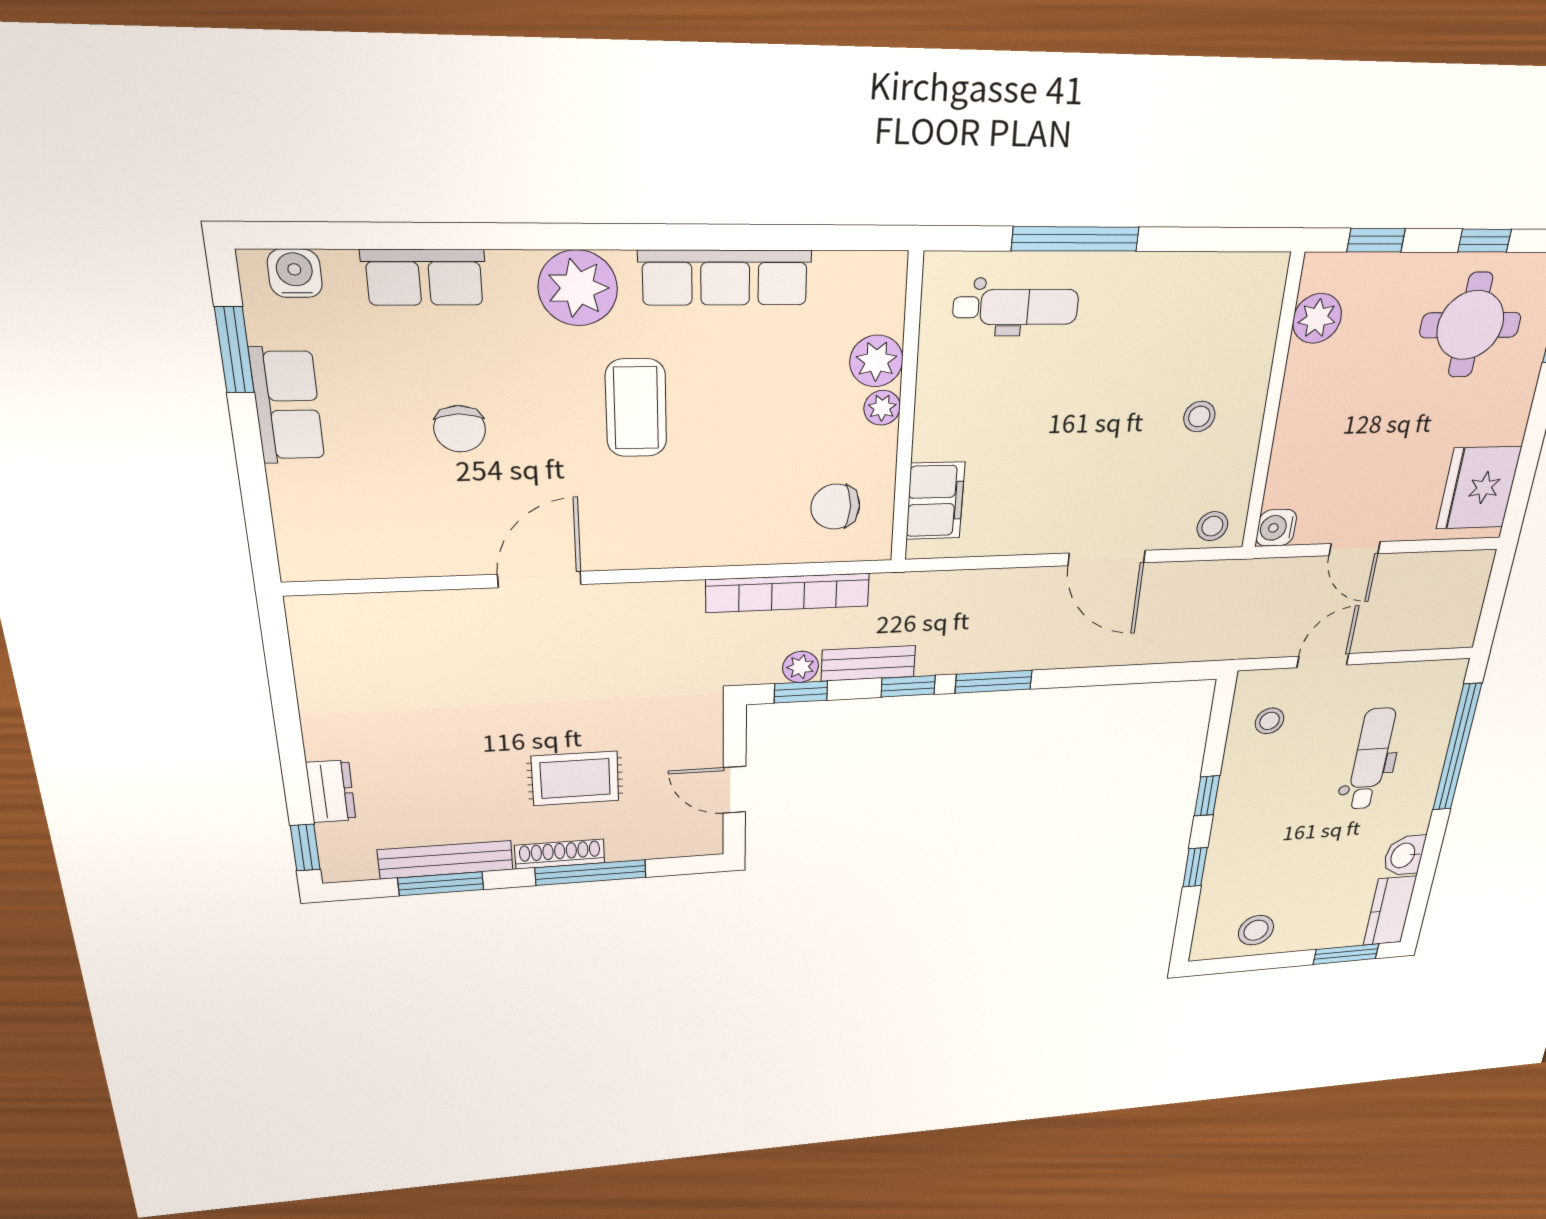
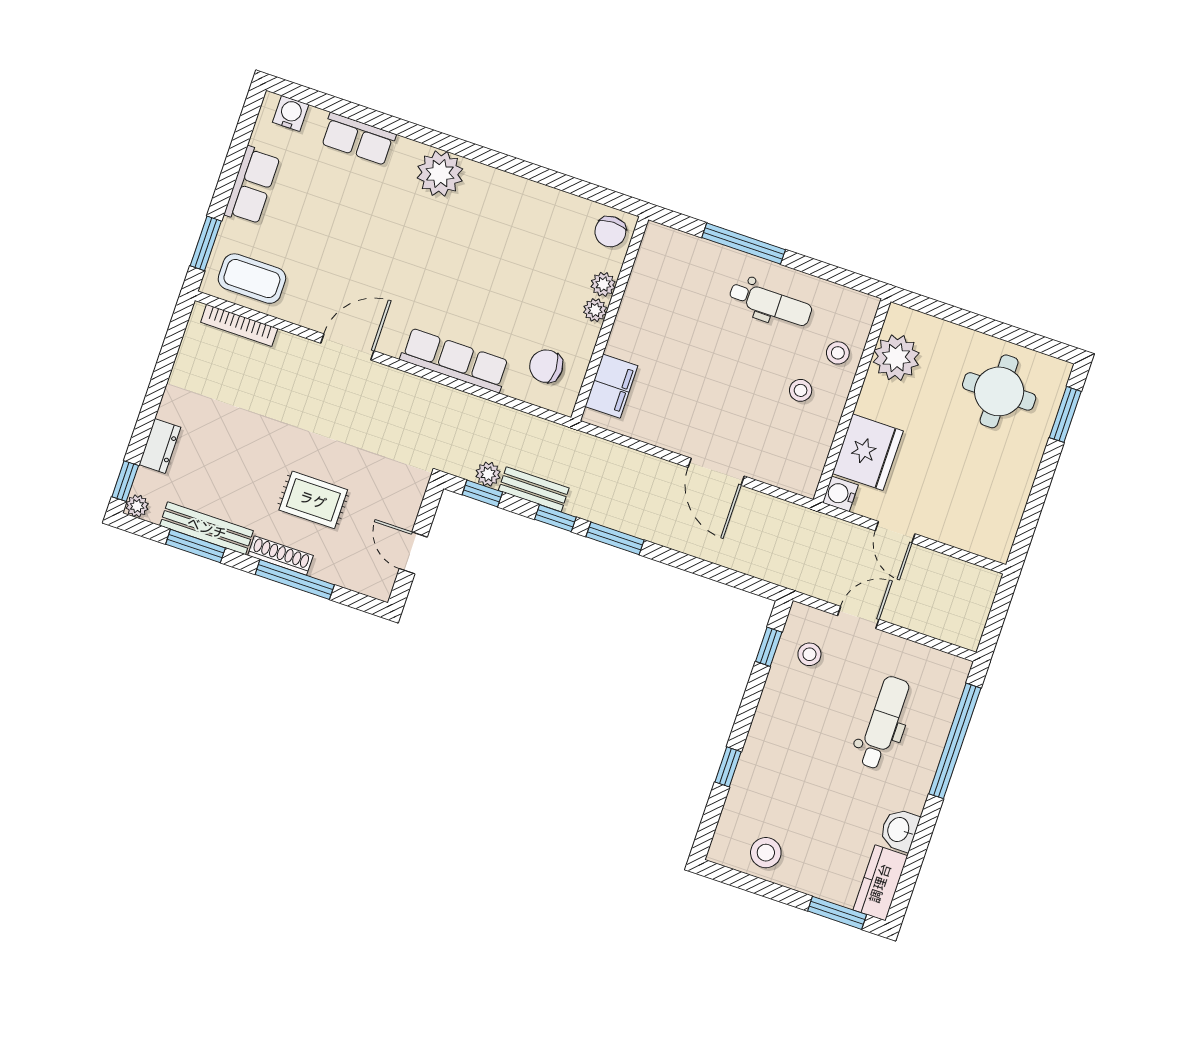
window: (1376, 240) -> (940, 310), removed
window: (1485, 241) -> (1015, 335), removed
row of seats: (725, 278) -> (455, 360), moved, turned 180
dental chair: (1016, 307) -> (770, 303), moved
plant: (1317, 318) -> (896, 358), width x1.36, depth x1.36
window: (235, 350) -> (206, 243), moved
plant: (876, 361) -> (603, 284), width x0.73, depth x0.73
coffee table: (636, 408) -> (252, 279), moved, turned 90
chair: (460, 429) -> (610, 232), moved
fridge: (1479, 488) -> (868, 452), moved, turned 180
stool: (1212, 526) -> (838, 353), moved
bookcase: (788, 593) -> (239, 325), moved, width x0.68, depth x0.76
window: (1207, 796) -> (769, 647), moved
plant: (338, 869) -> (137, 506), added

